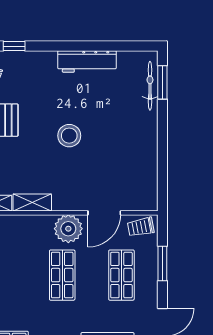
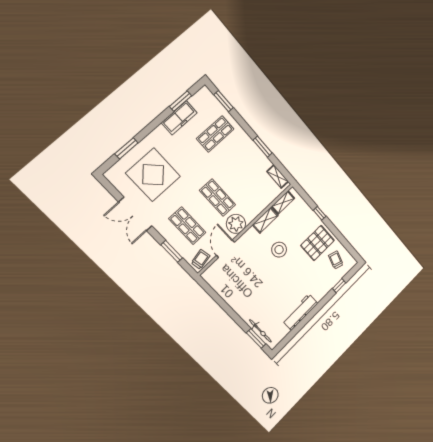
stool: (69, 136) -> (279, 250), moved

